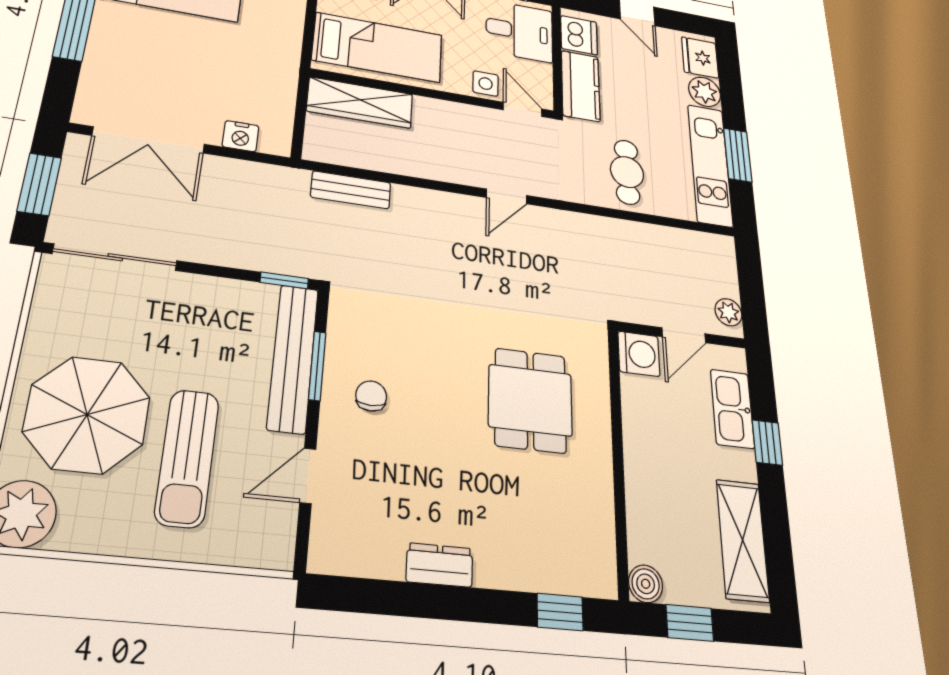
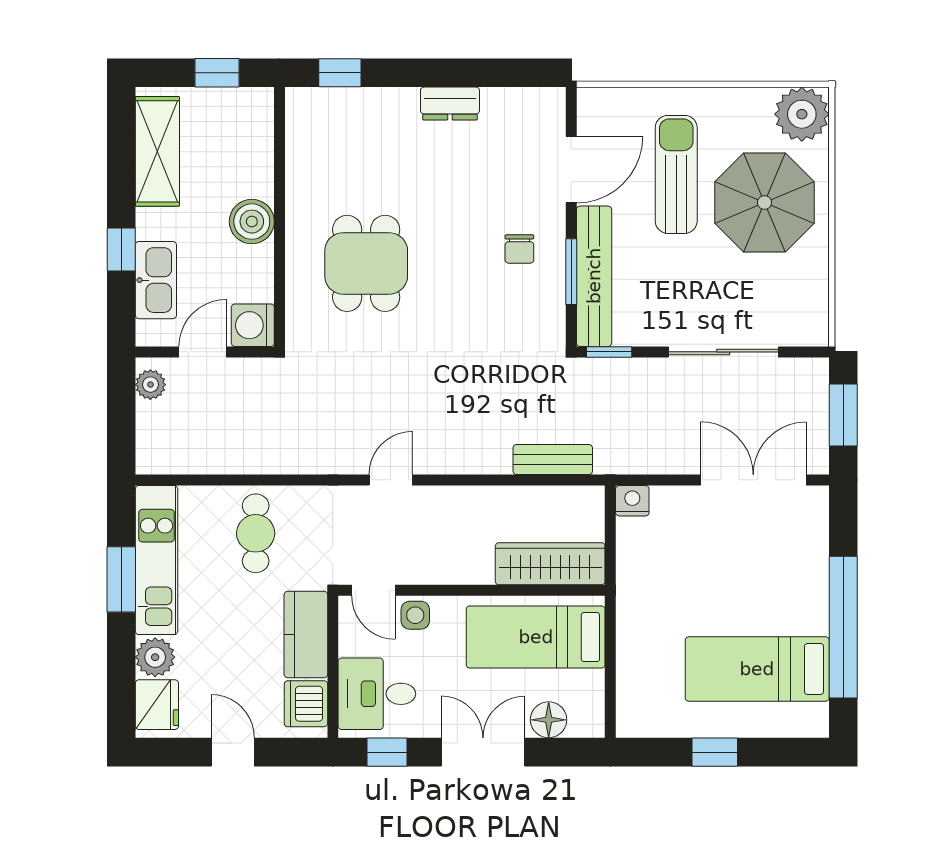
nightstand: (241, 136) -> (632, 501), moved
sliding door: (115, 257) -> (723, 352), moved
door: (308, 476) -> (571, 170), width x1.38
boiler: (646, 584) -> (252, 222), moved, width x1.36, depth x1.36

